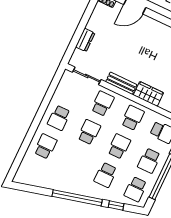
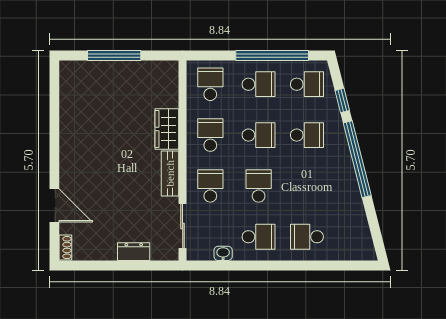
washbasin: (59, 92) -> (223, 253), added
school desk: (103, 104) -> (210, 186), turned 90
school desk: (133, 118) -> (210, 135), turned 90
school desk: (89, 132) -> (259, 186), turned 90
school desk: (119, 146) -> (259, 135), turned 180

